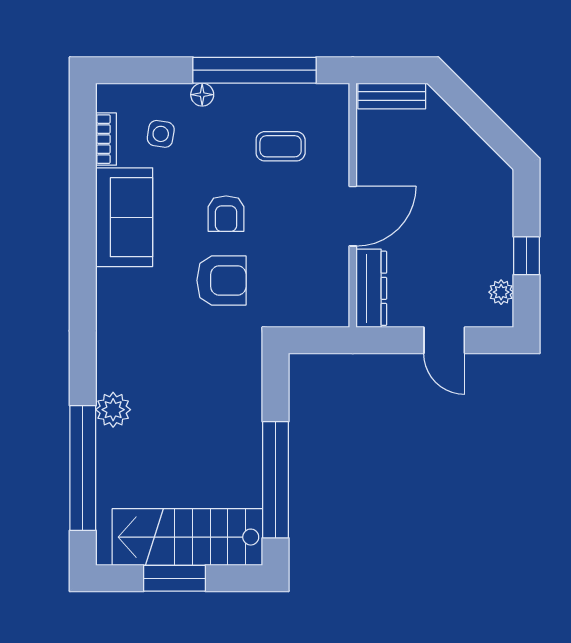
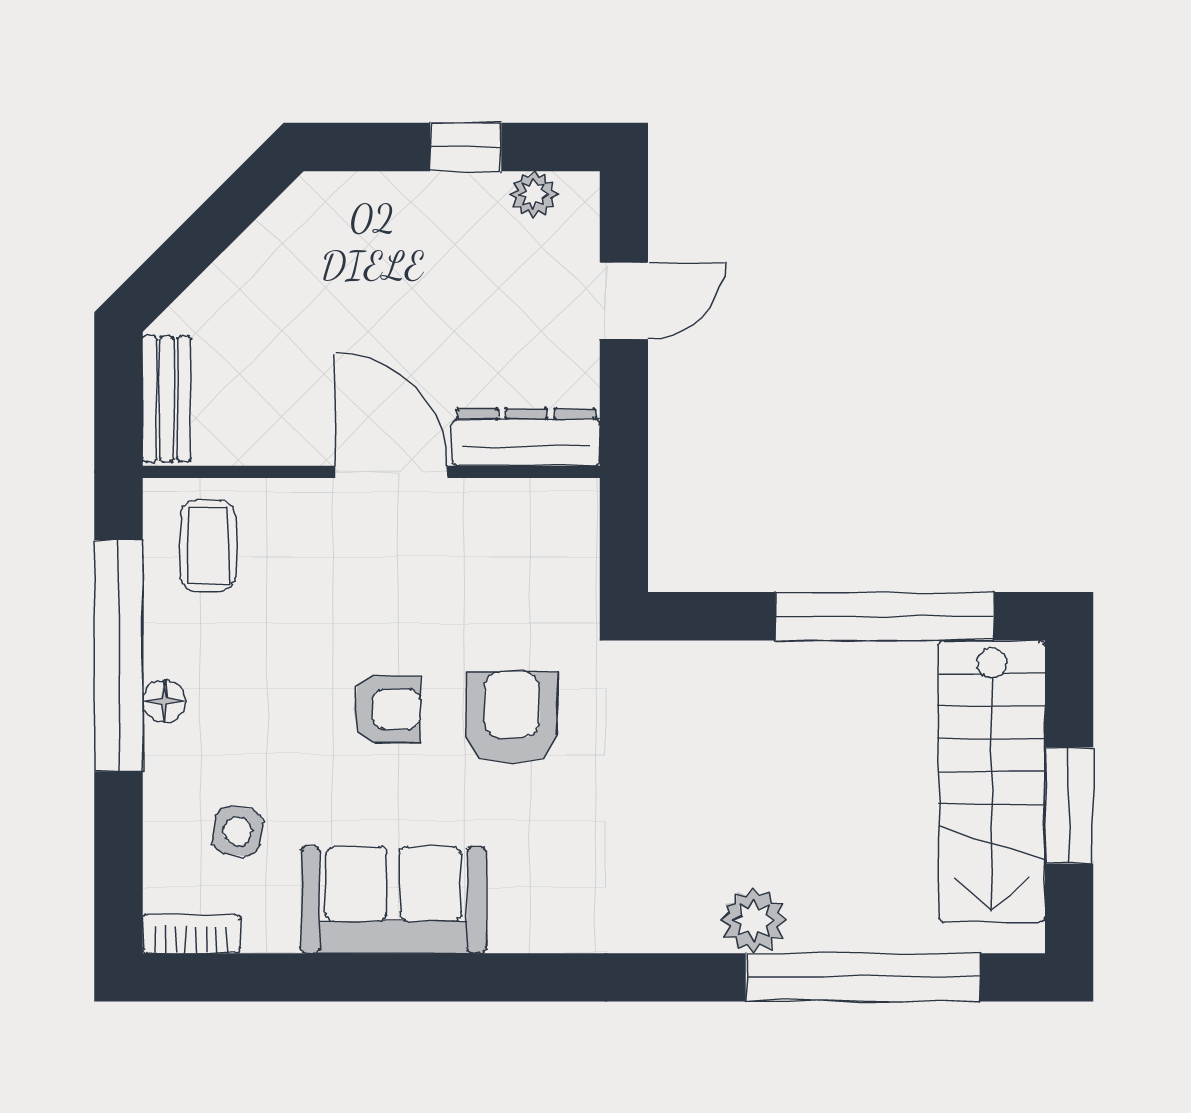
floor lamp: (202, 95) -> (164, 701), moved
bookcase: (106, 139) -> (191, 934), moved
coffee table: (281, 146) -> (208, 546), moved

